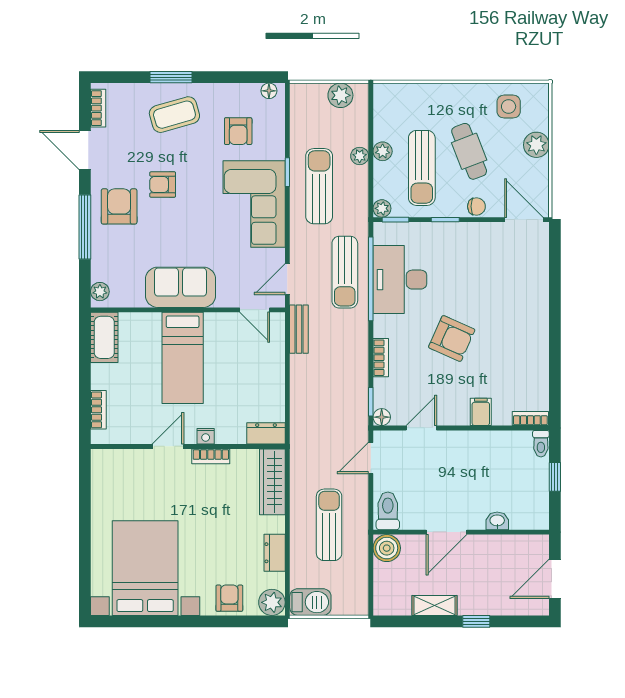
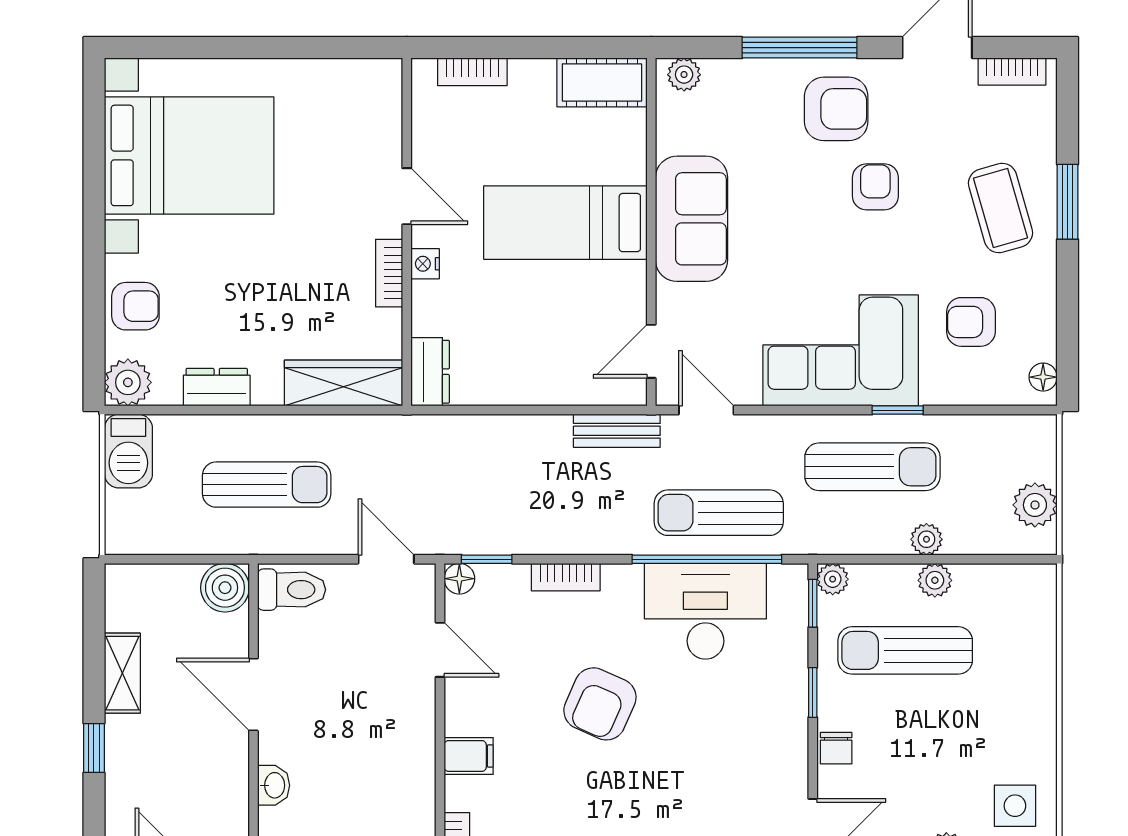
cafe table: (469, 151) -> (935, 735), removed

